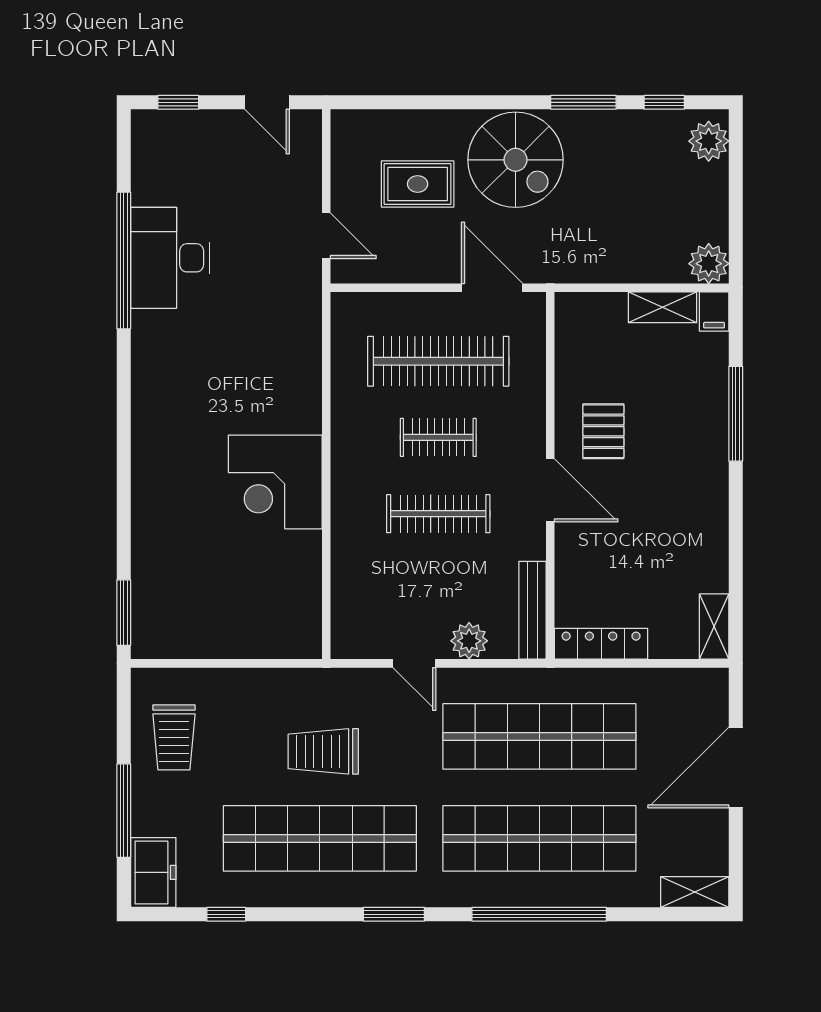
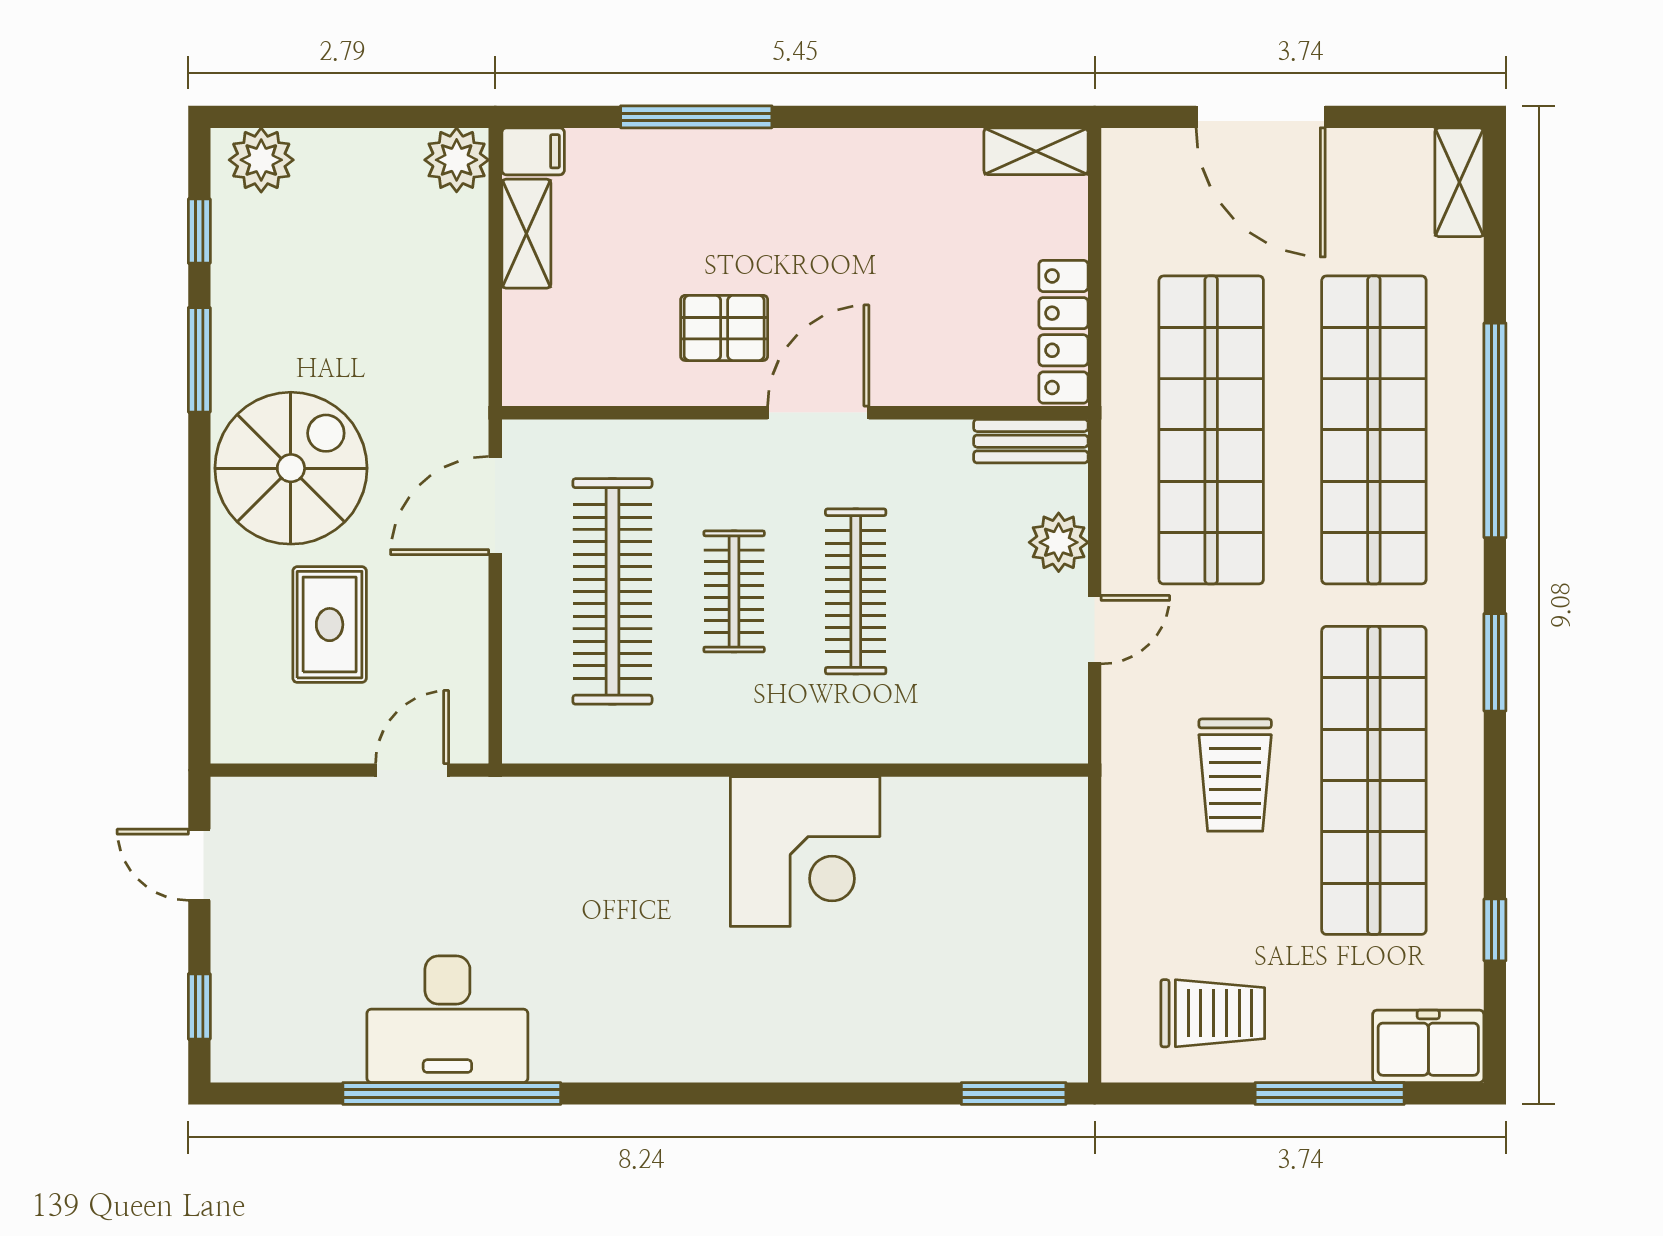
door: (267, 102) -> (199, 865), swing flipped
bench: (532, 610) -> (1031, 441), width x0.73

